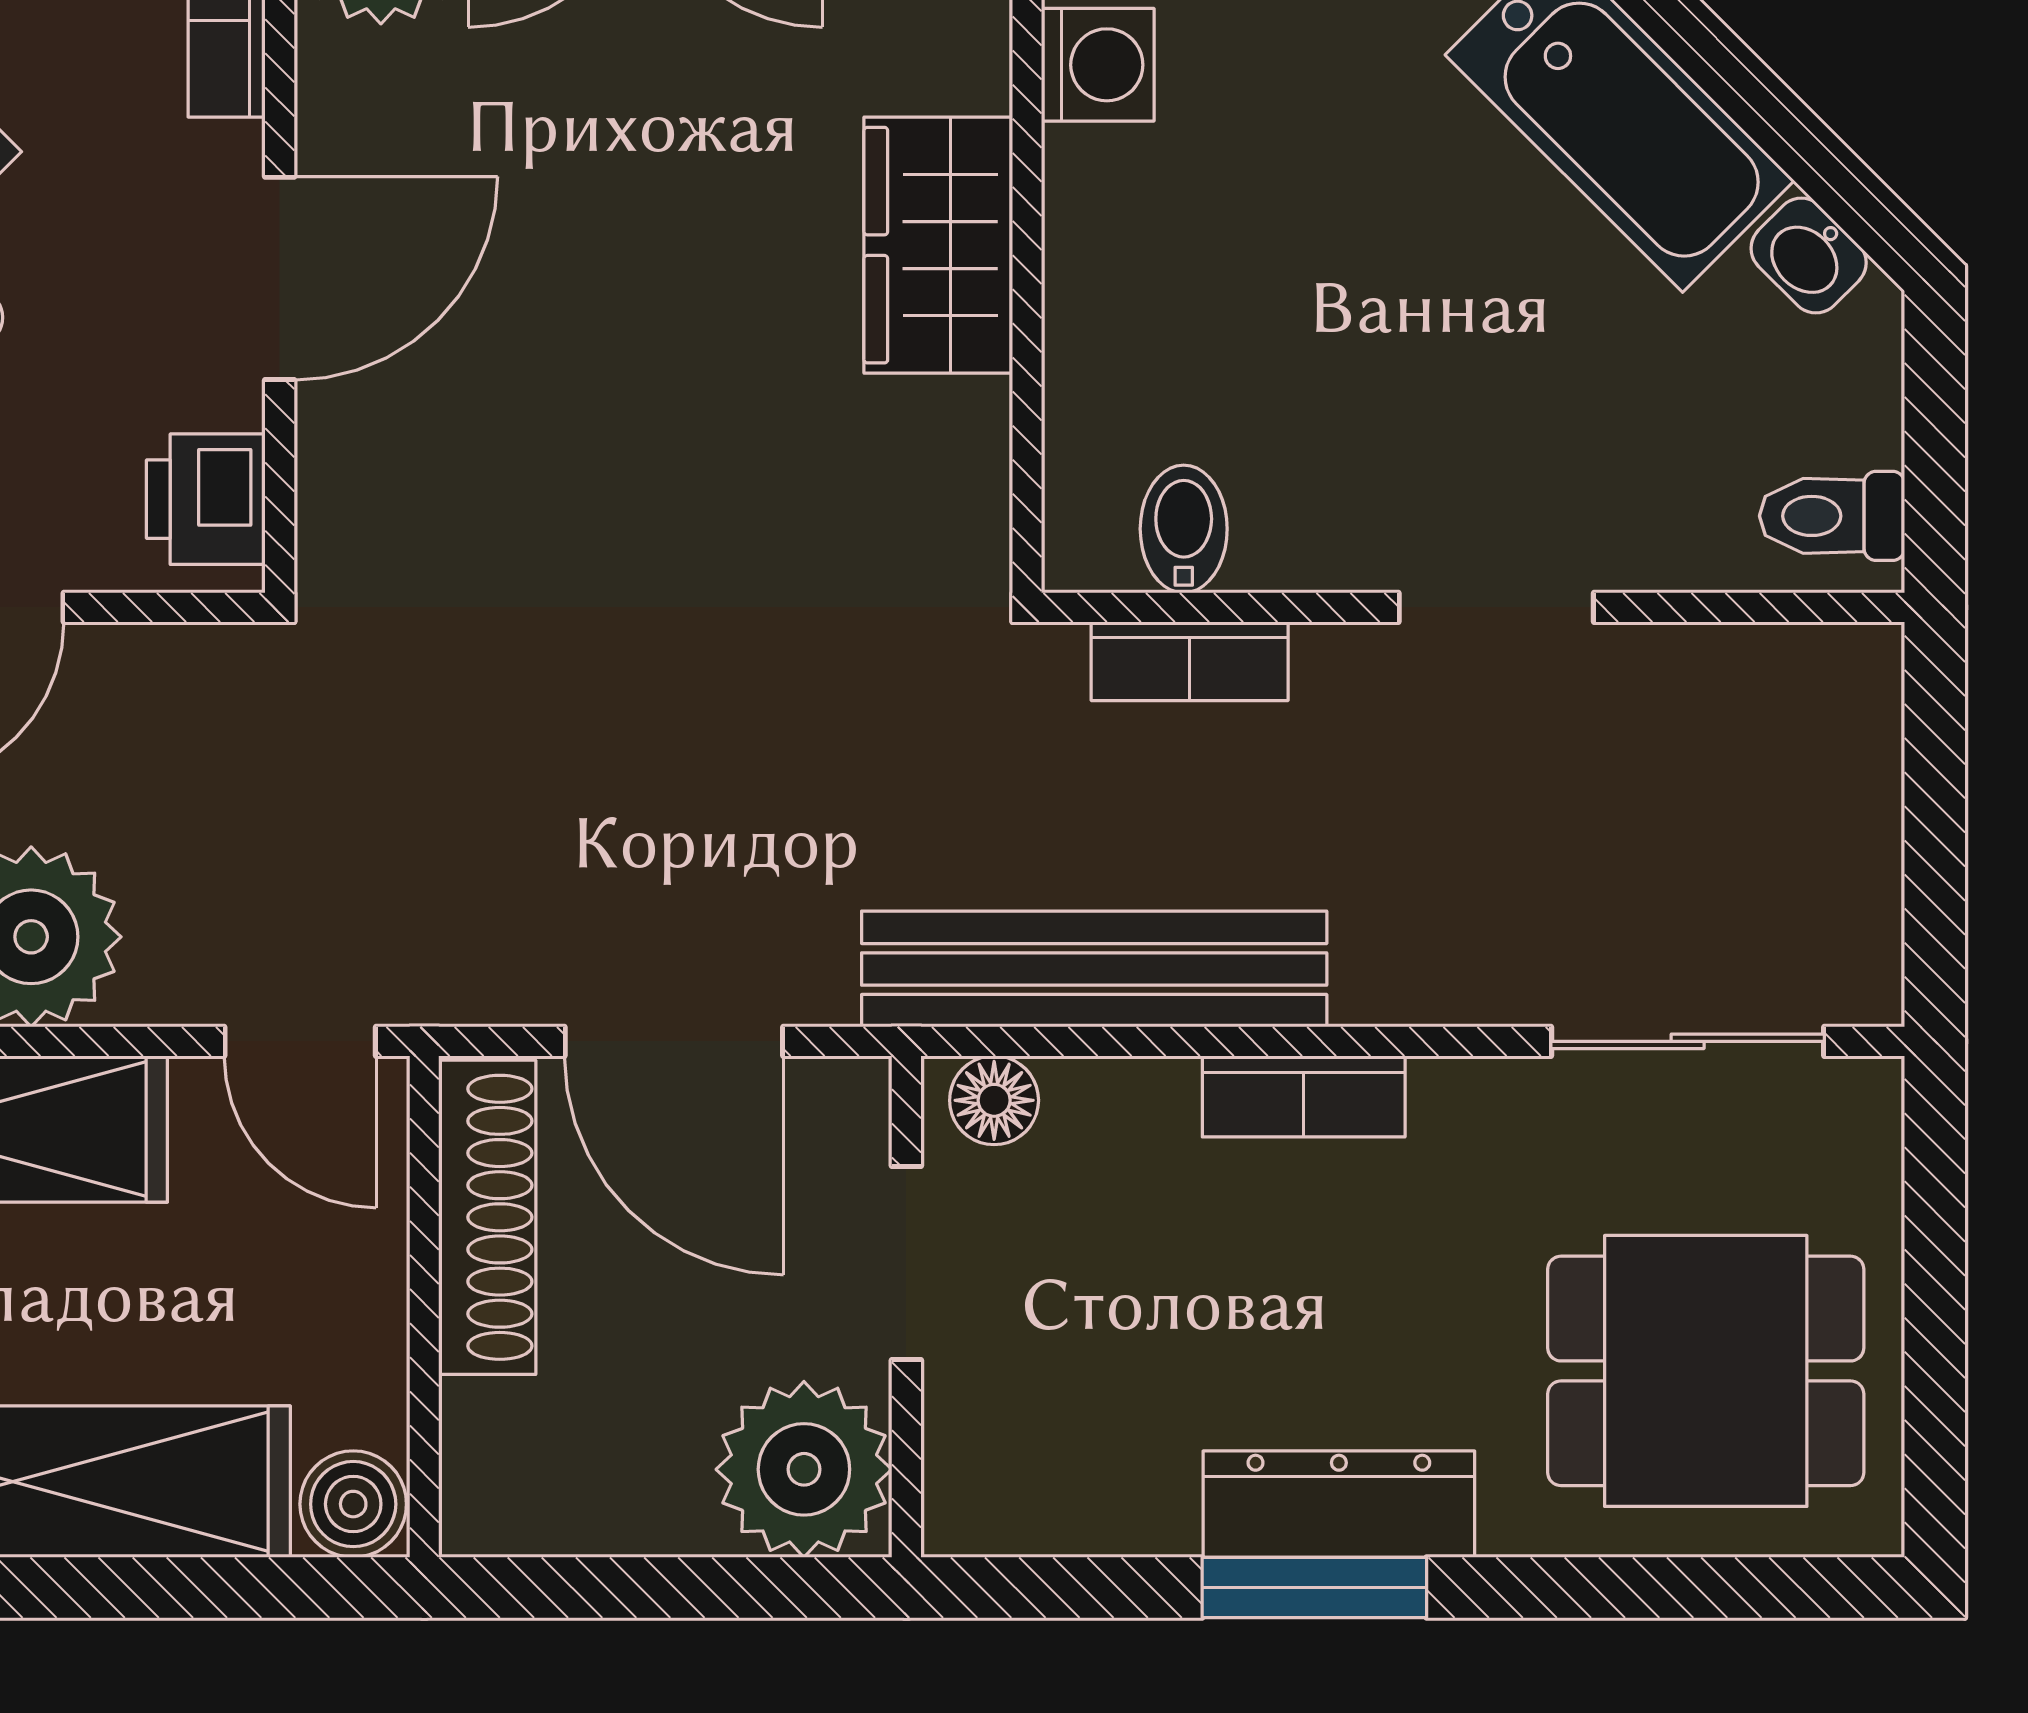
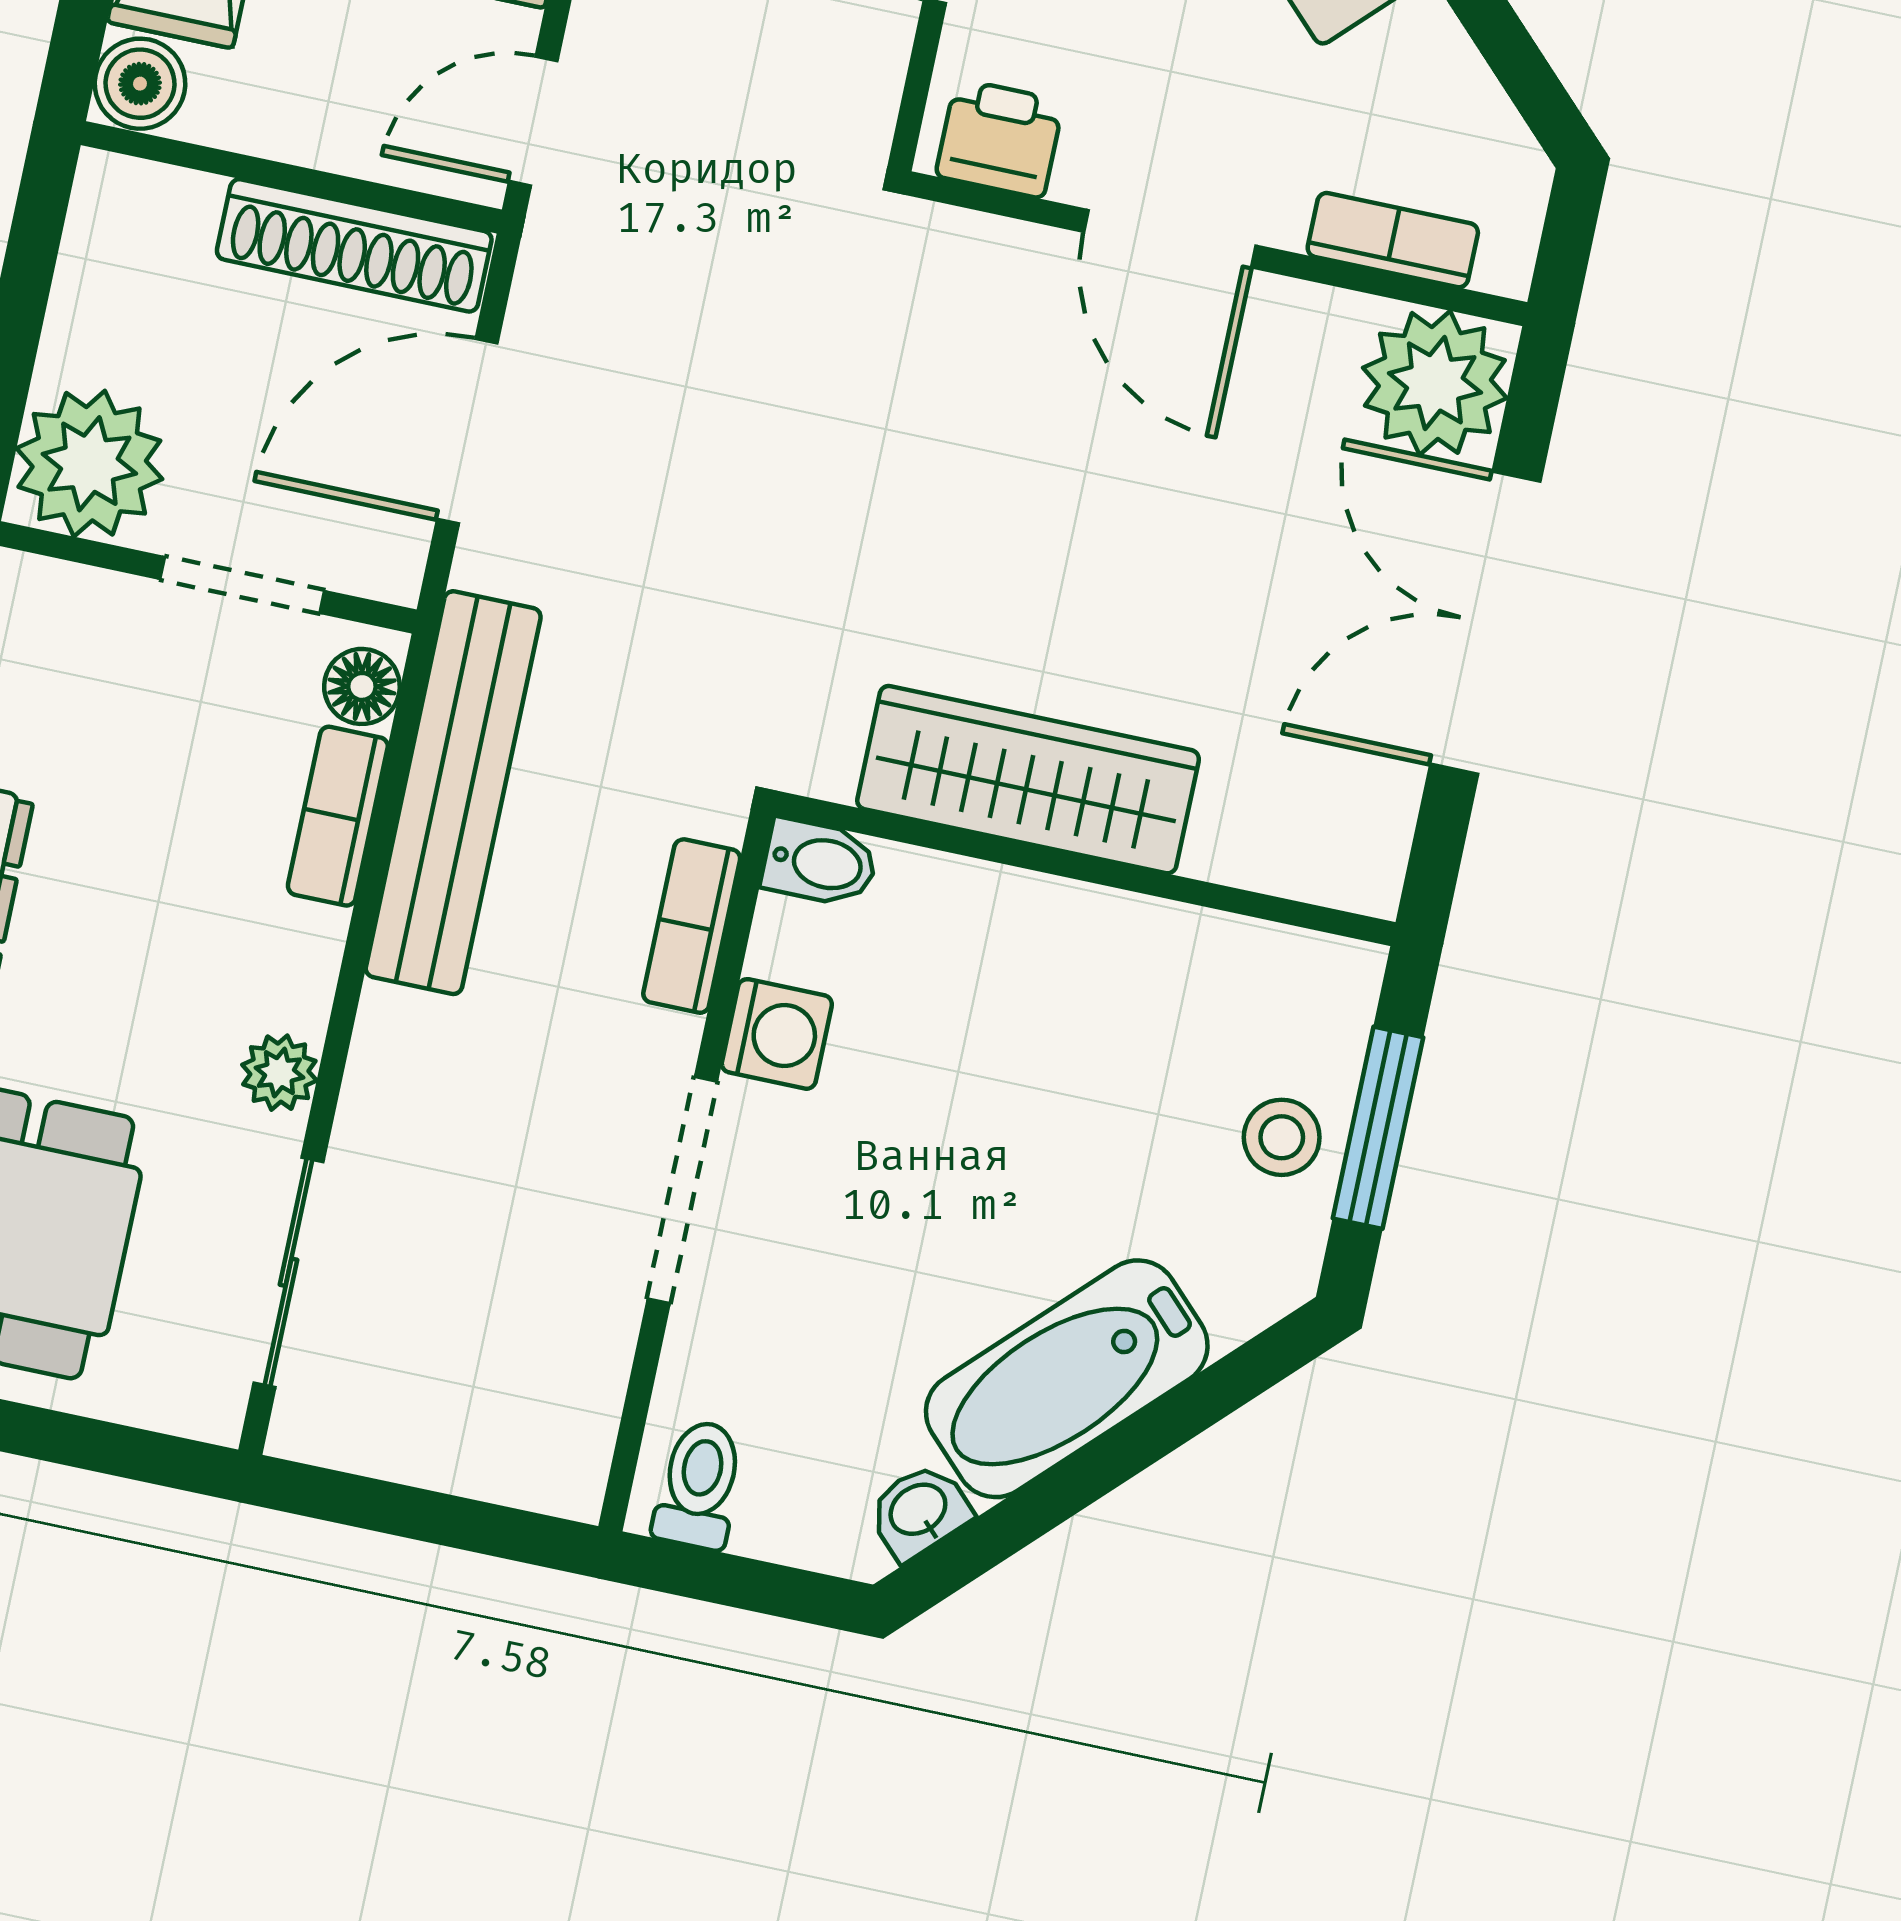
washing machine: (1098, 65) -> (777, 1034), moved, turned -90
wardrobe: (938, 245) -> (1028, 780), width x1.50
bidet: (1184, 529) -> (820, 863), moved
doorway: (1496, 607) -> (682, 1190), width x1.38
bookcase: (1304, 1096) -> (338, 816), moved
plant: (1460, 1101) -> (279, 1073), added

